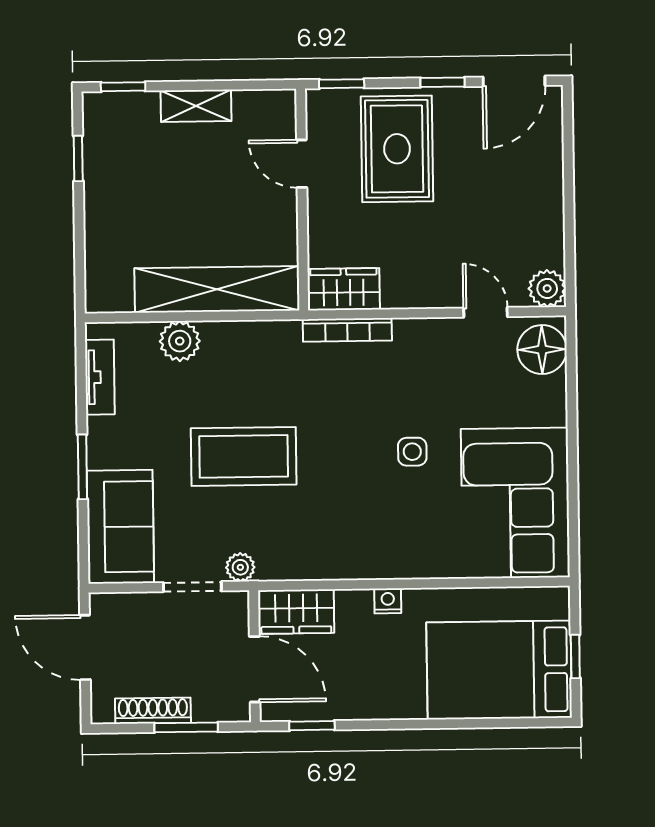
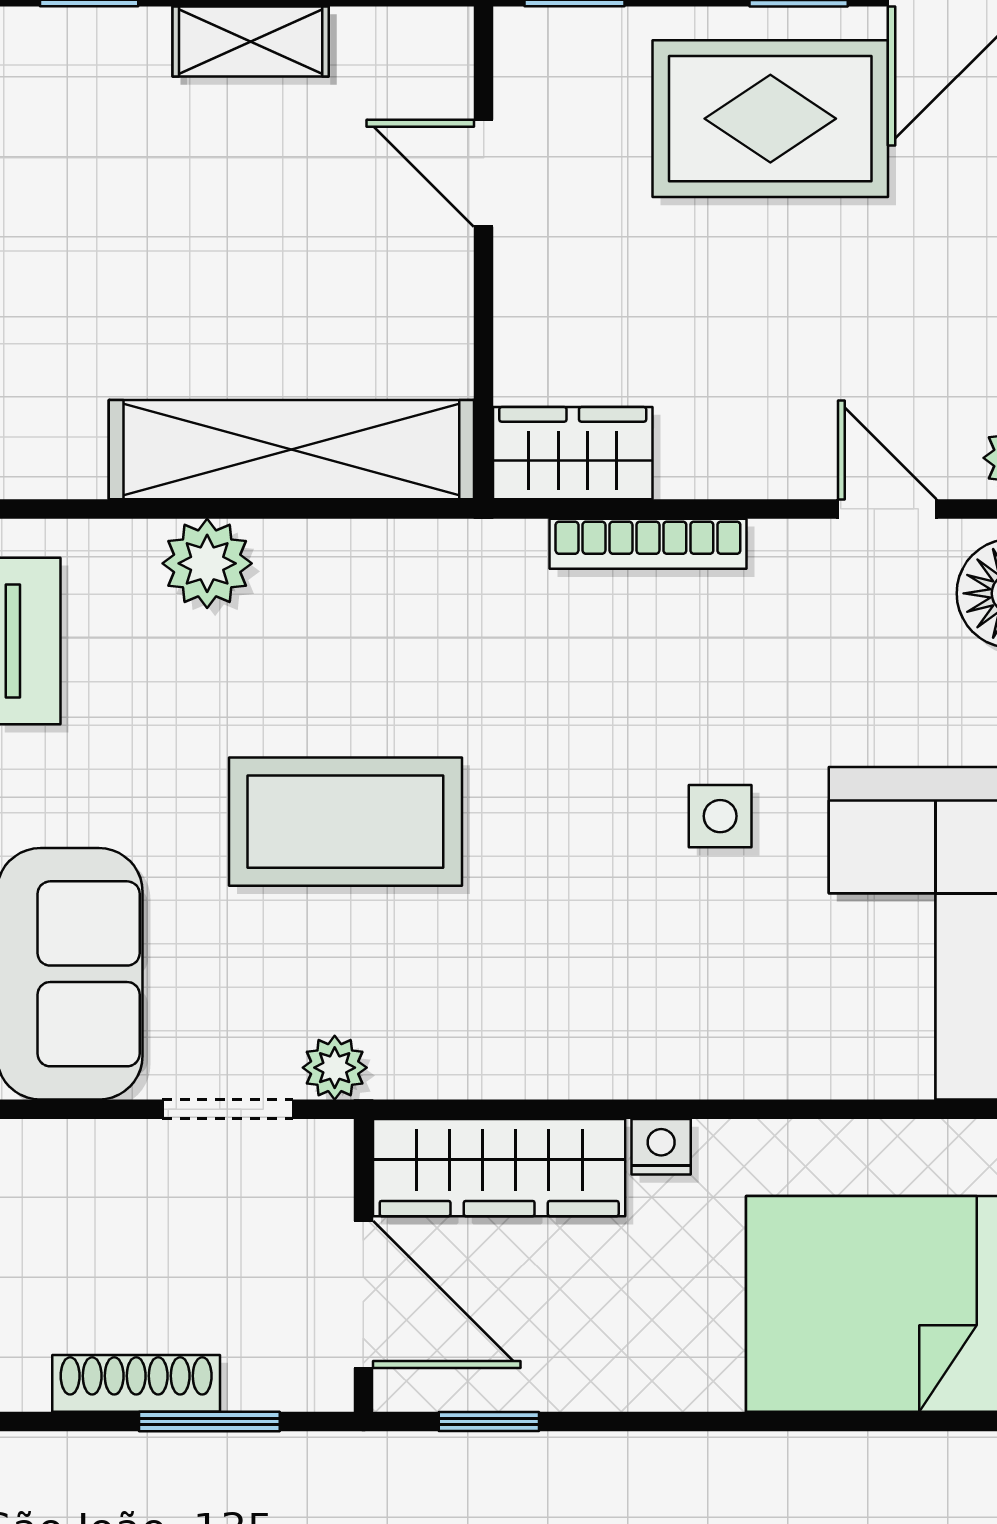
rug: (397, 149) -> (770, 119), moved, turned 90
bookcase: (347, 330) -> (648, 544), moved
wardrobe: (296, 612) -> (499, 1168), width x1.50

